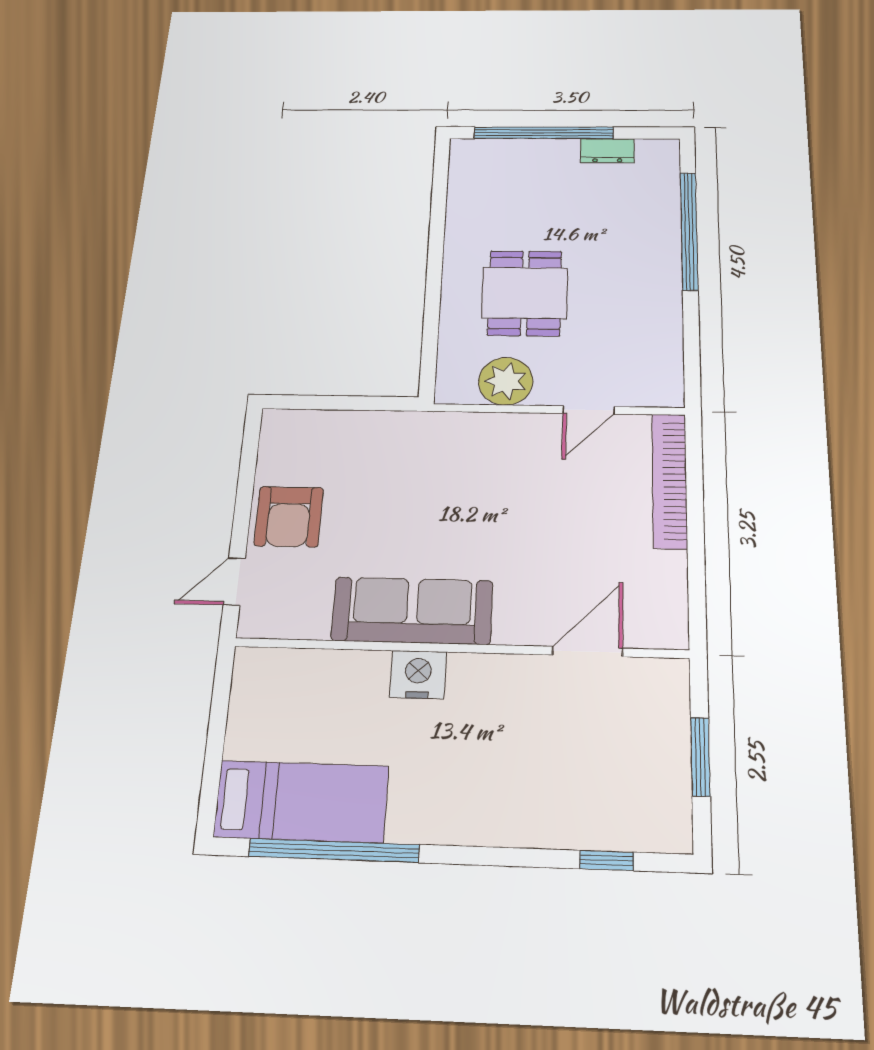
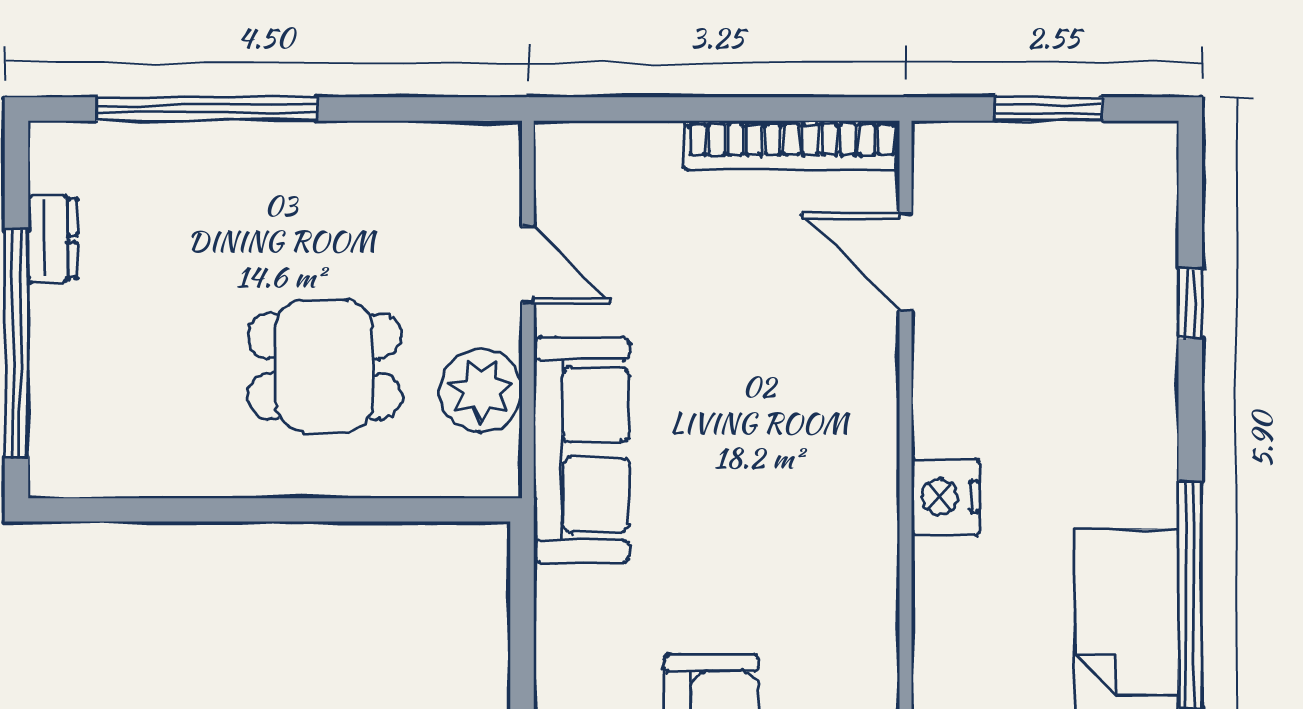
bookcase: (670, 480) -> (792, 145), moved
sofa: (412, 611) -> (582, 450), moved, turned 180
window: (607, 860) -> (1190, 304), moved

